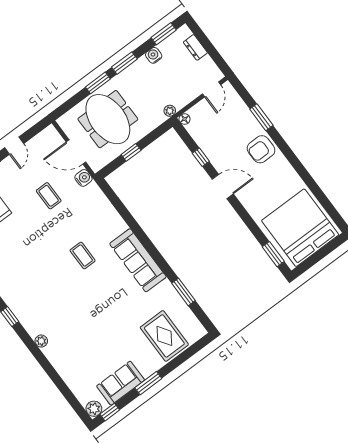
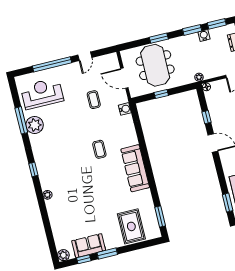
window: (124, 63) -> (192, 30), moved
water cooler: (83, 178) -> (125, 109), moved
window: (183, 292) -> (160, 217), moved
window: (110, 412) -> (84, 259), moved

